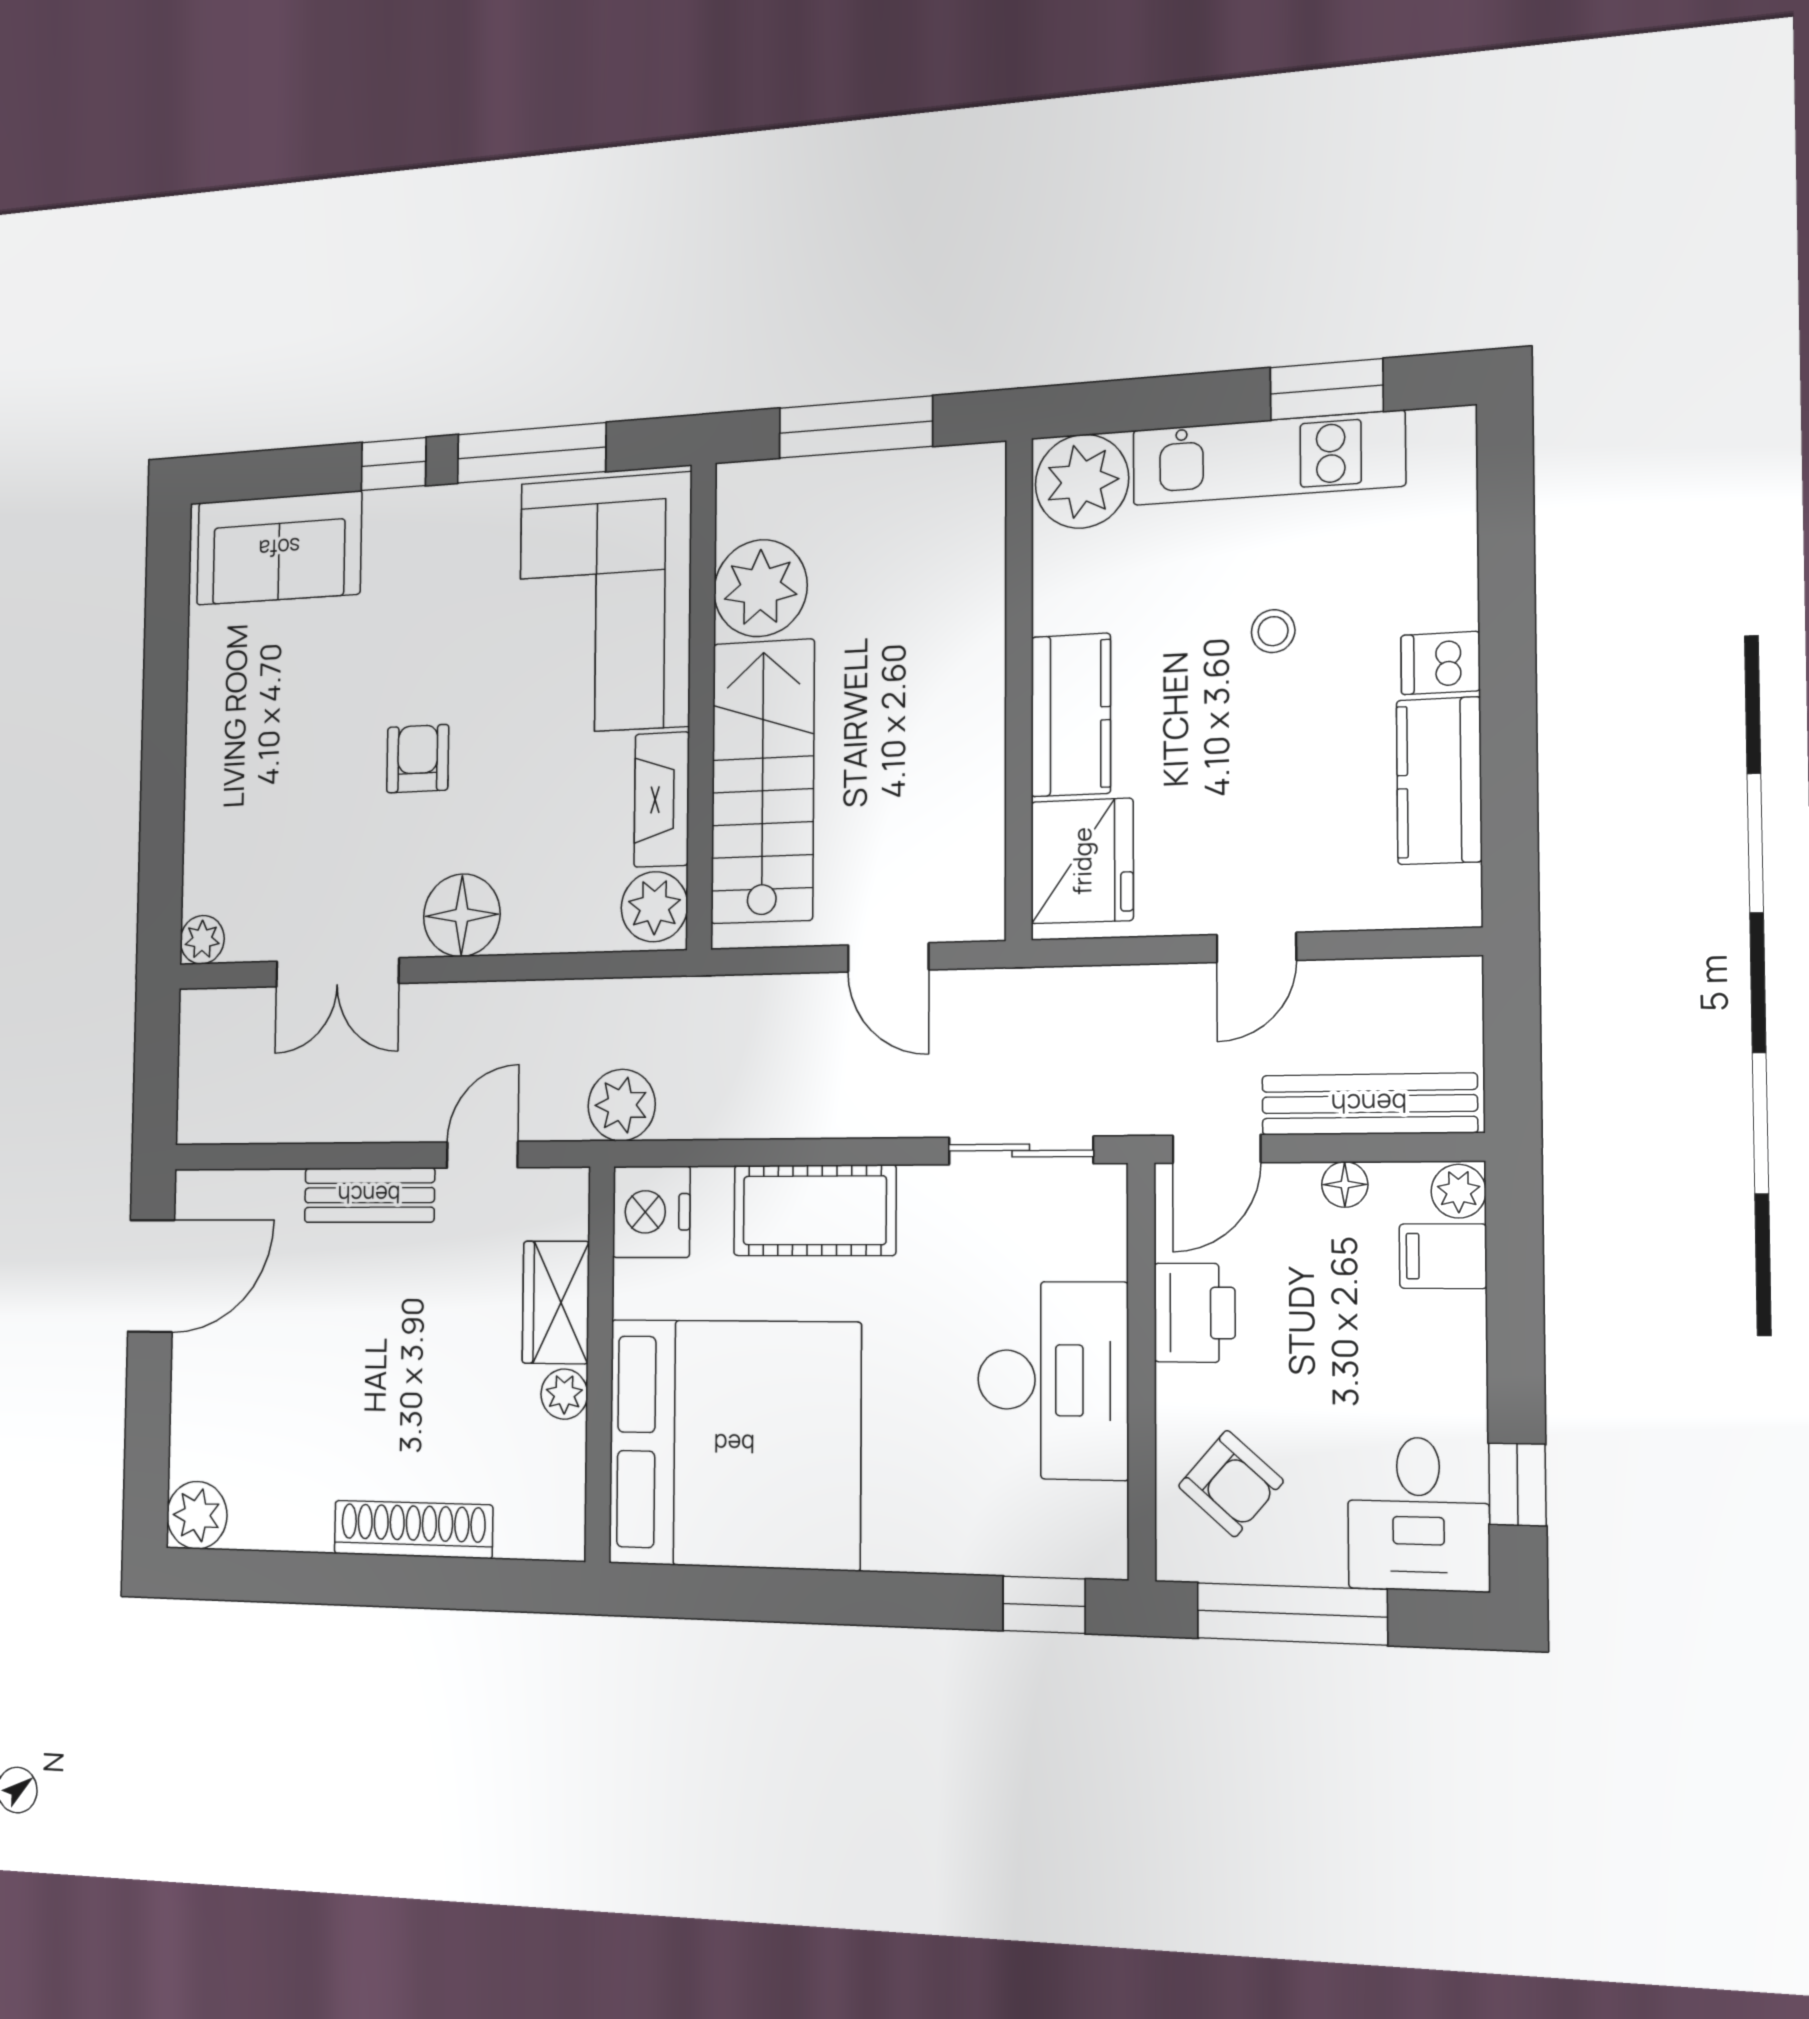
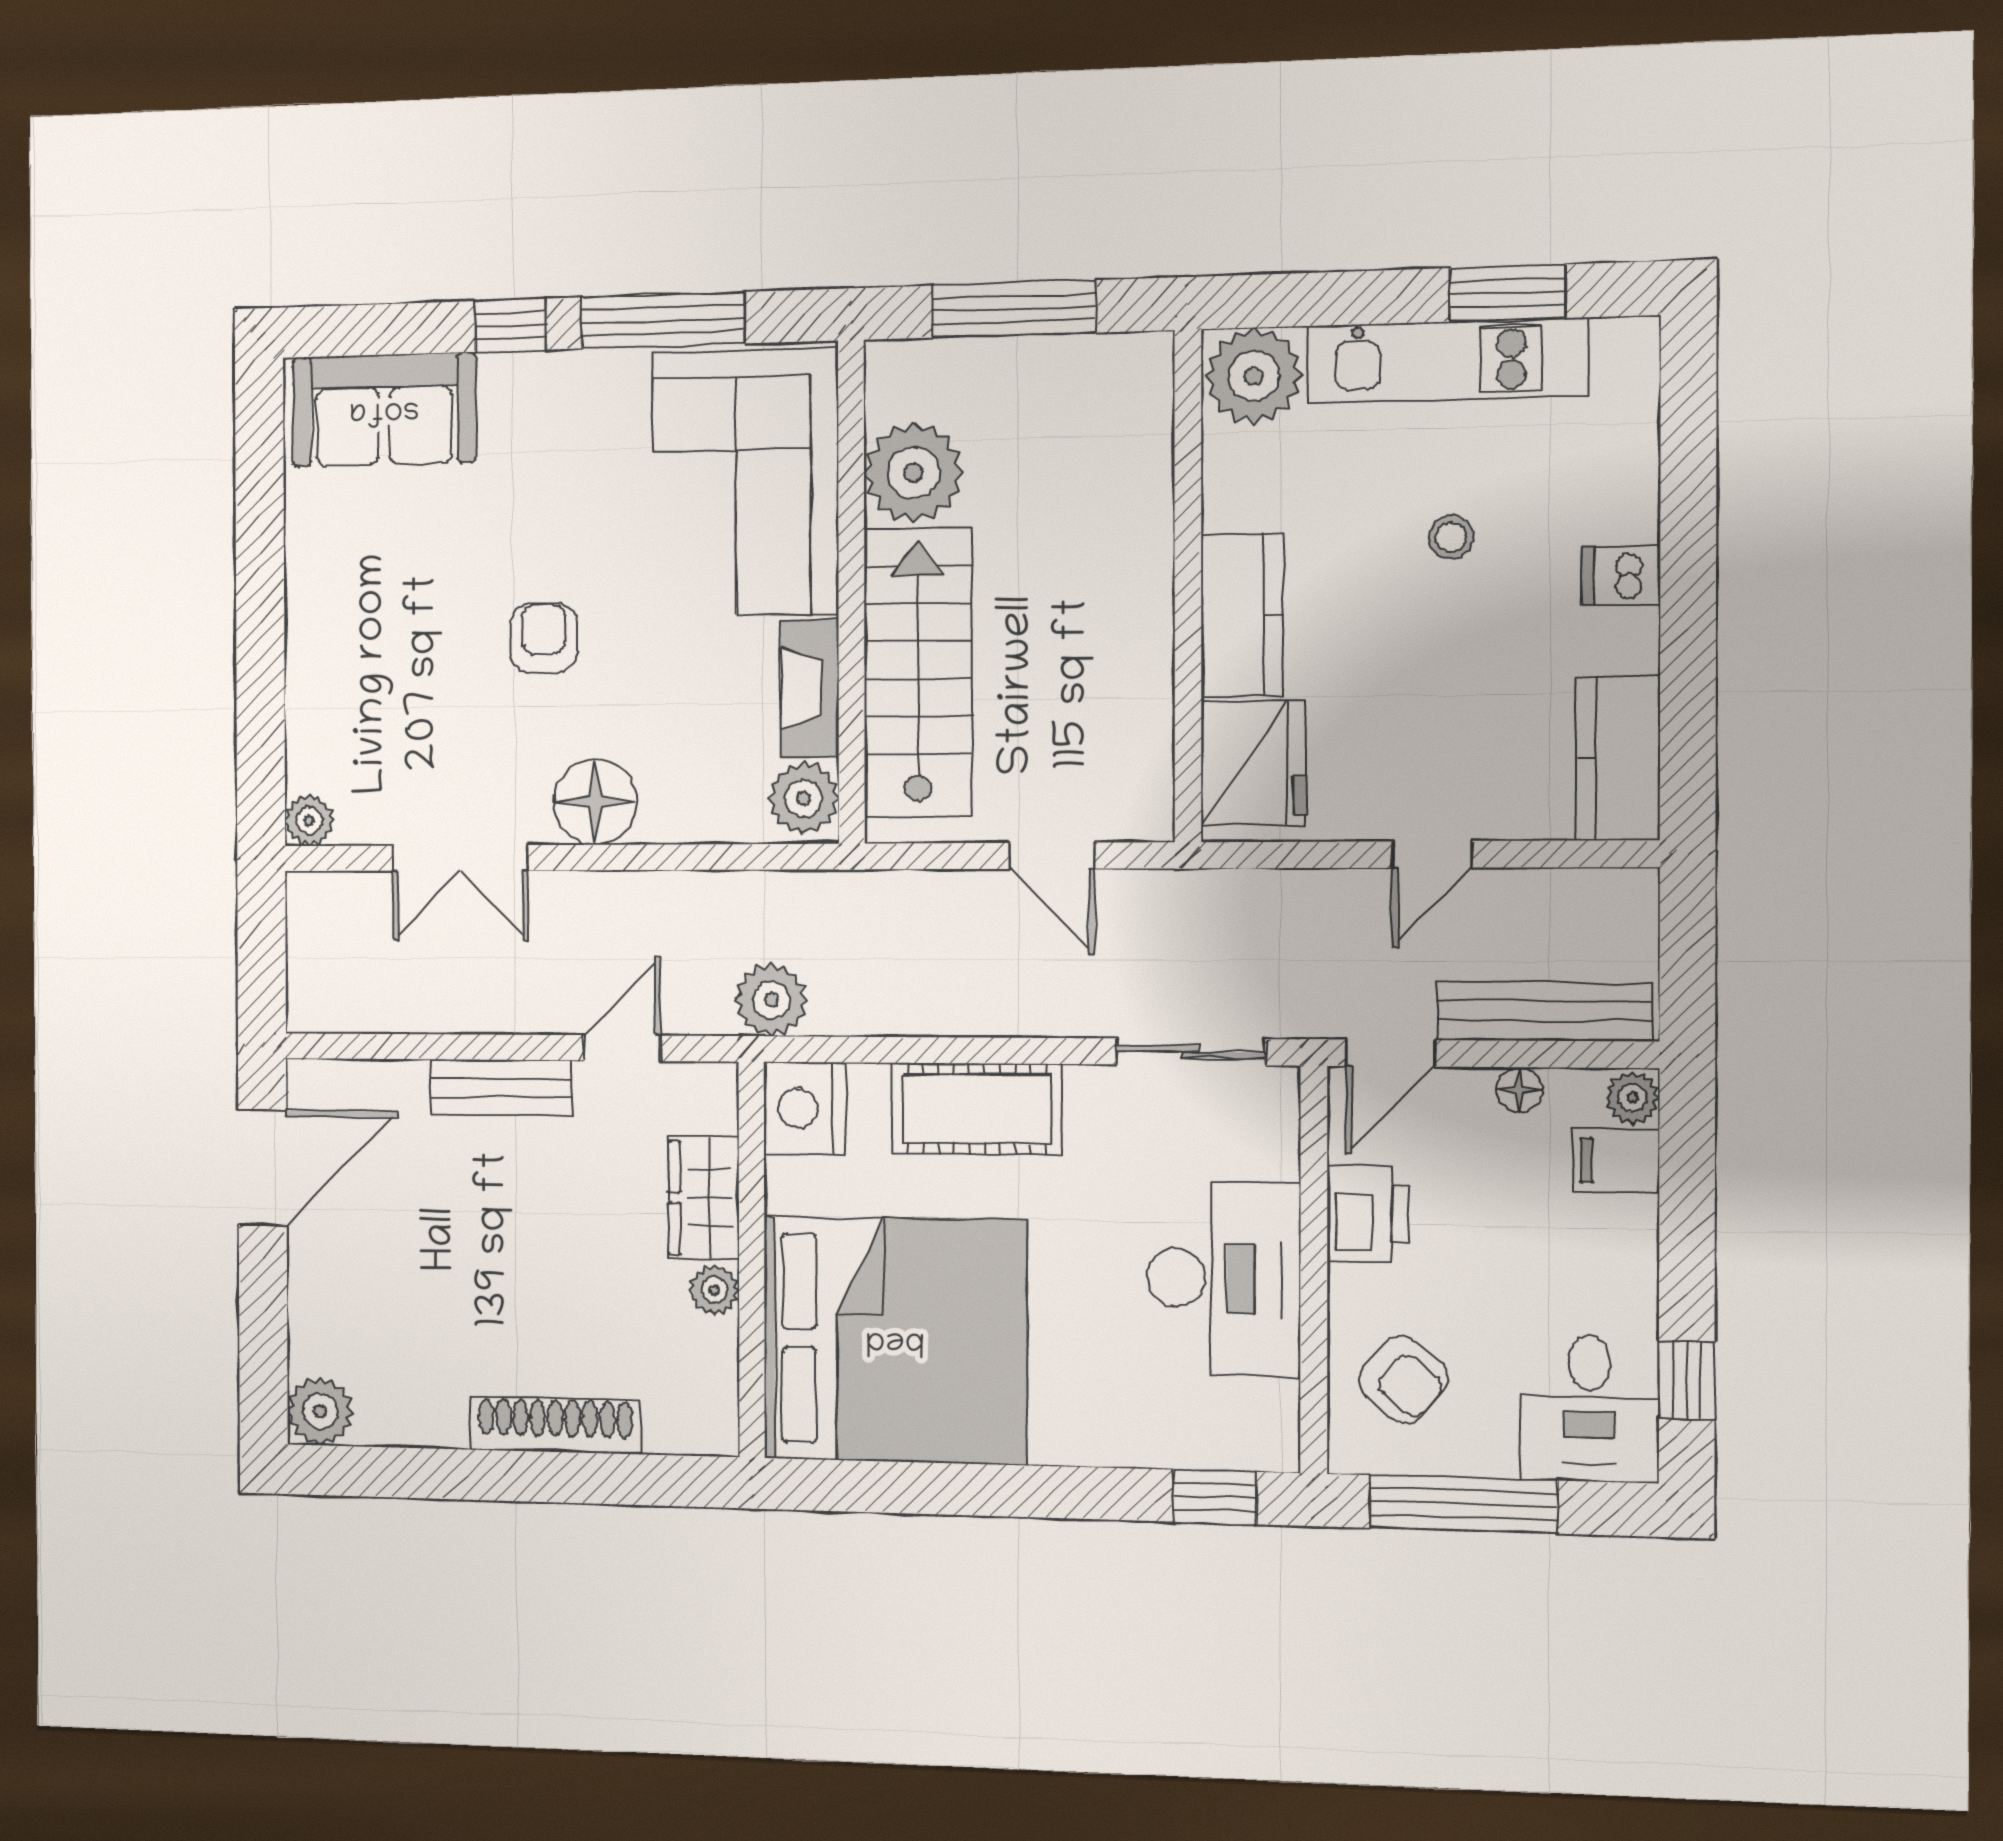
kitchen counter: (1439, 781) -> (1618, 758), moved

